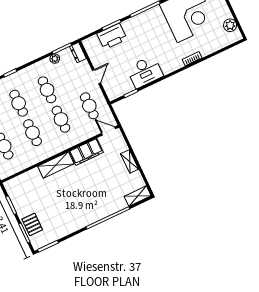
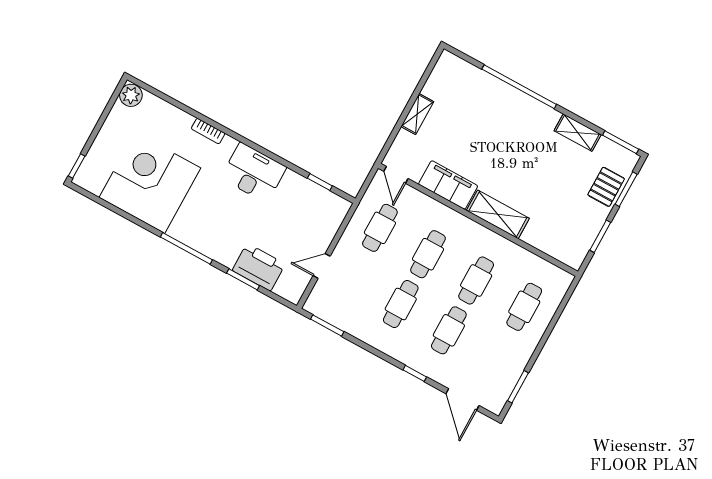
plant: (230, 25) -> (131, 95), moved
dresser: (78, 53) -> (317, 299), removed
plant: (55, 59) -> (349, 325), removed
desk: (145, 72) -> (254, 173), moved
door: (96, 77) -> (322, 266), moved
shelving: (138, 196) -> (578, 133), moved

